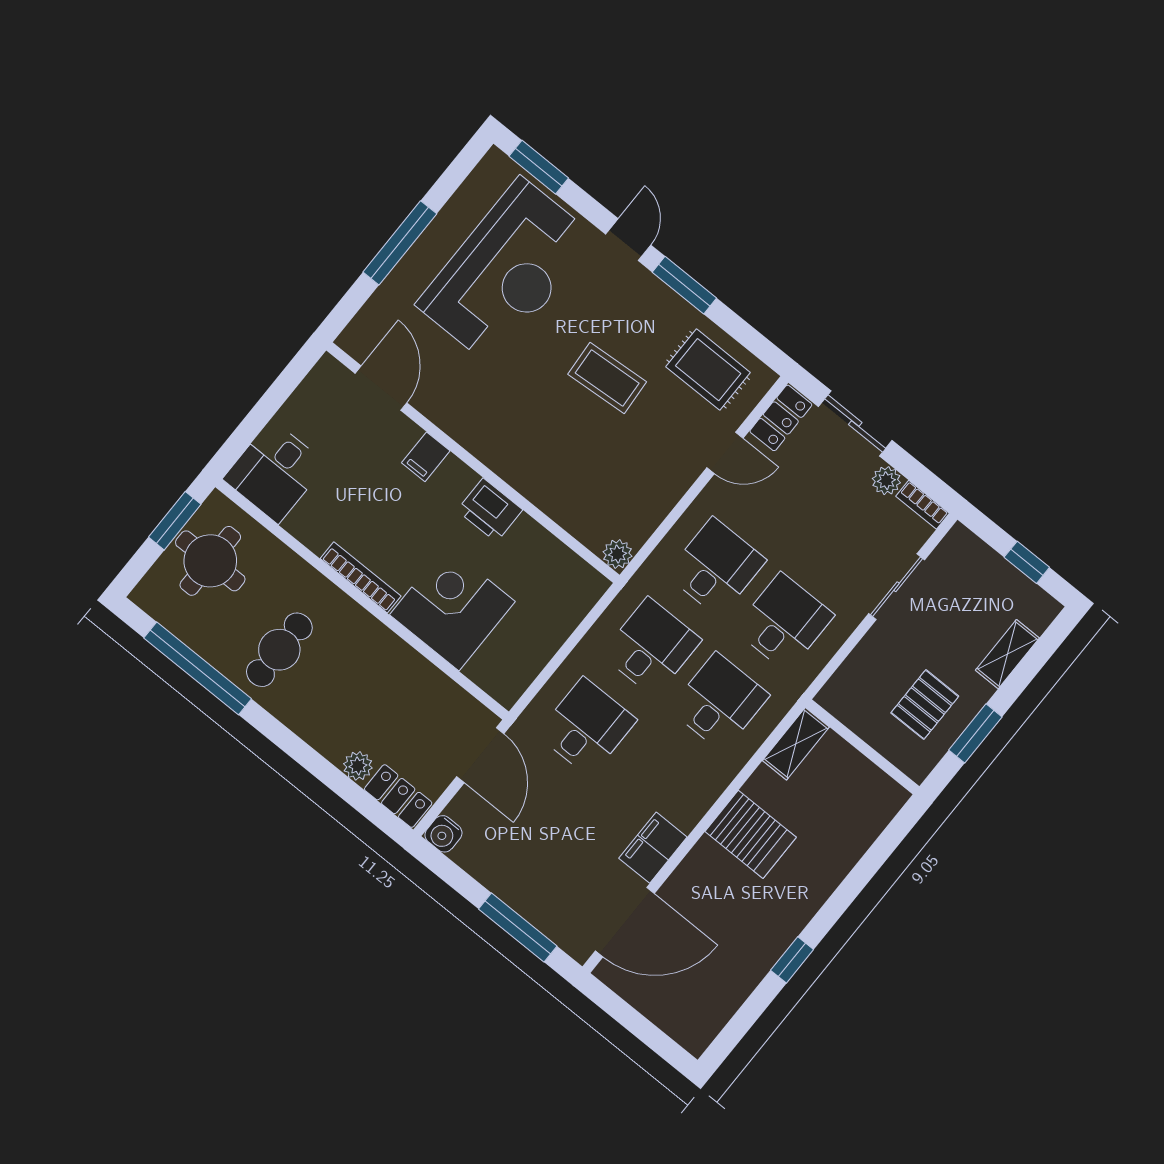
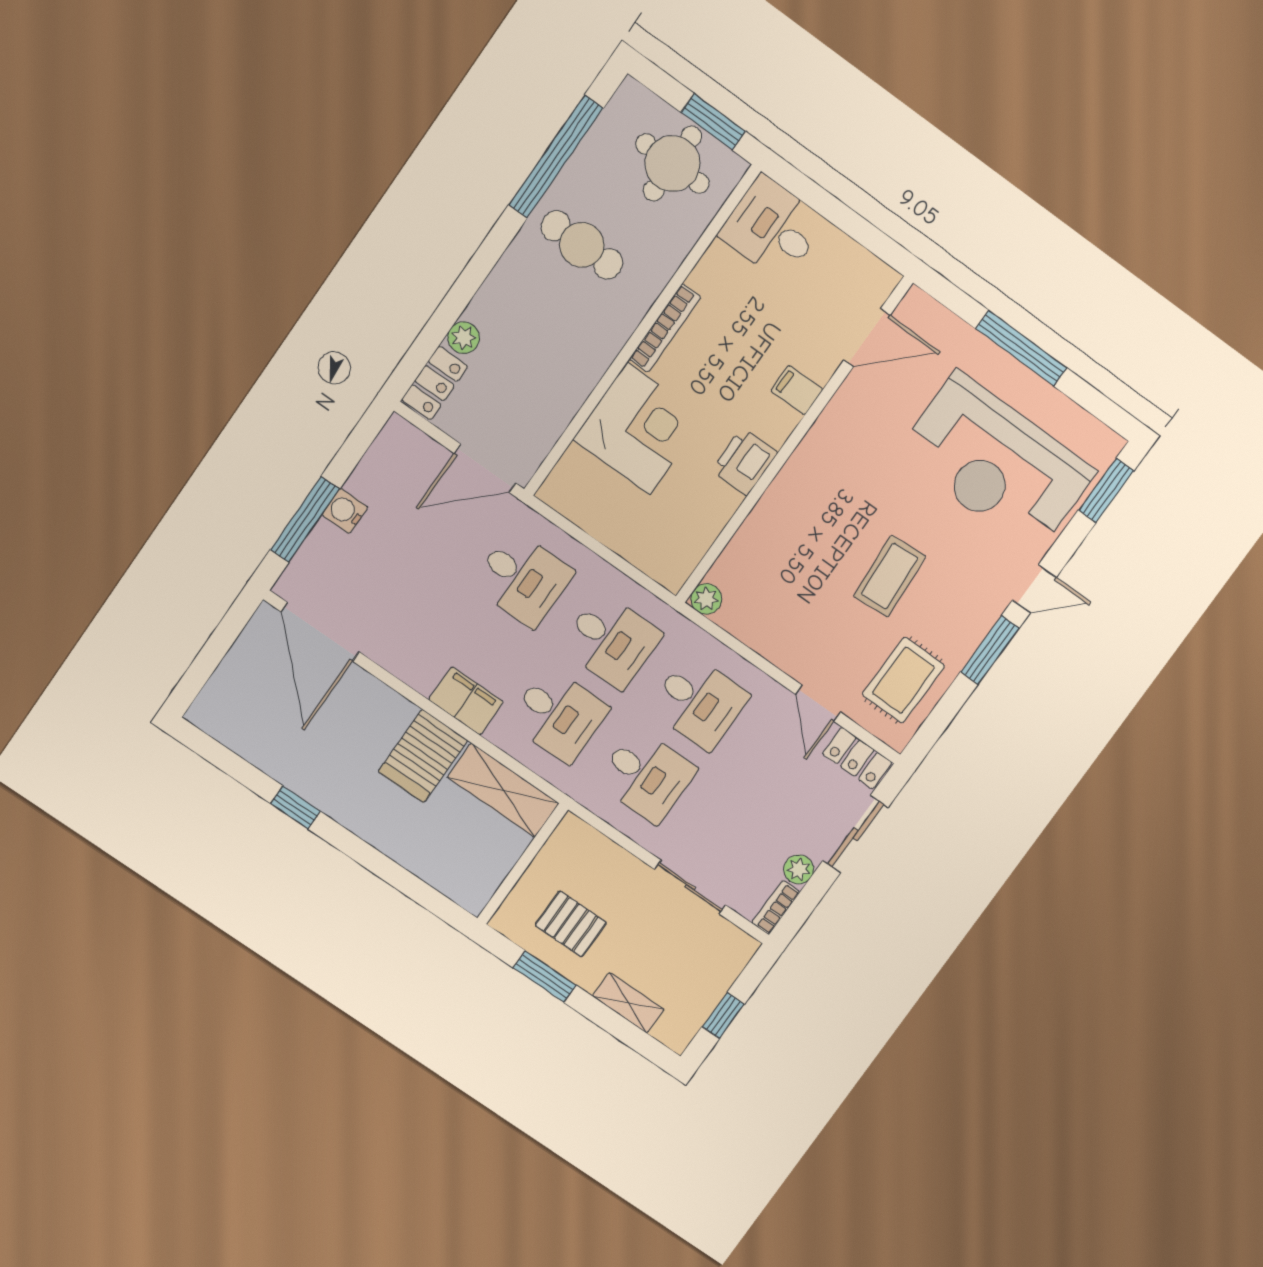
shelving: (796, 744) -> (503, 790), width x1.50, depth x1.33
water cooler: (443, 834) -> (345, 511), moved
filing cabinet: (653, 848) -> (466, 701), moved

